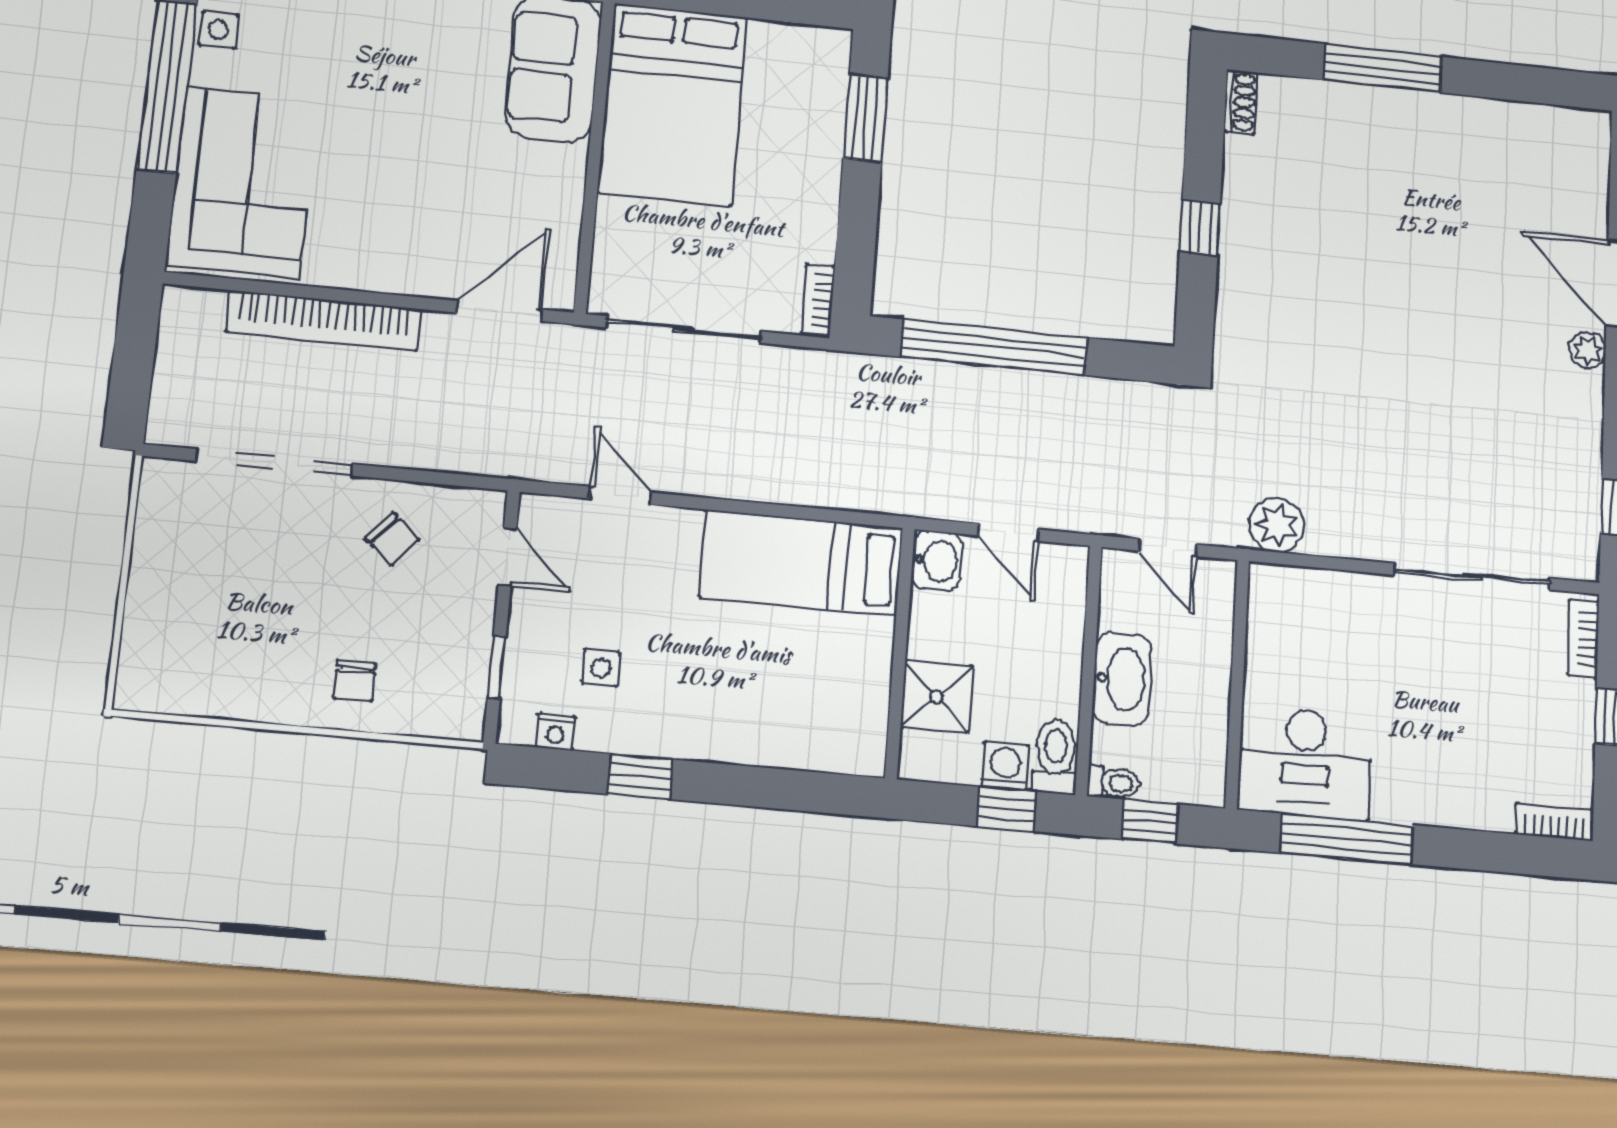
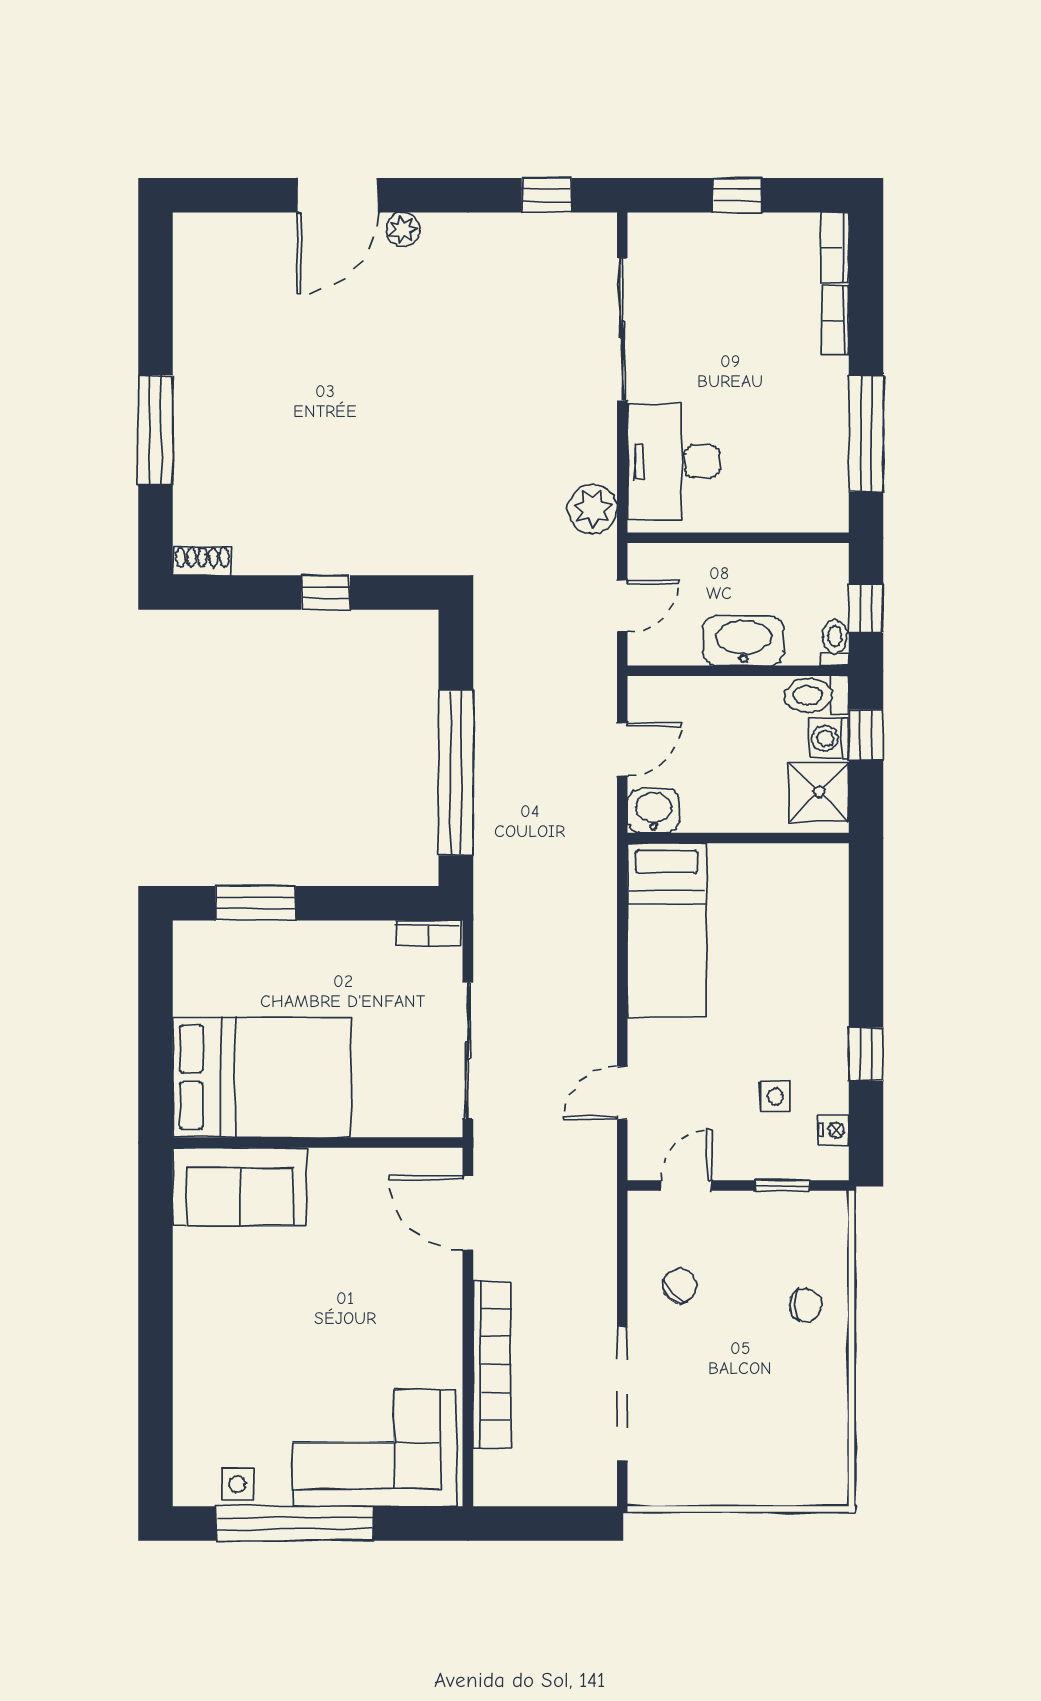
bookcase: (1583, 639) -> (835, 320), moved, turned 90
shower: (937, 697) -> (819, 792), moved
desk: (1305, 763) -> (674, 462), moved, turned 180

